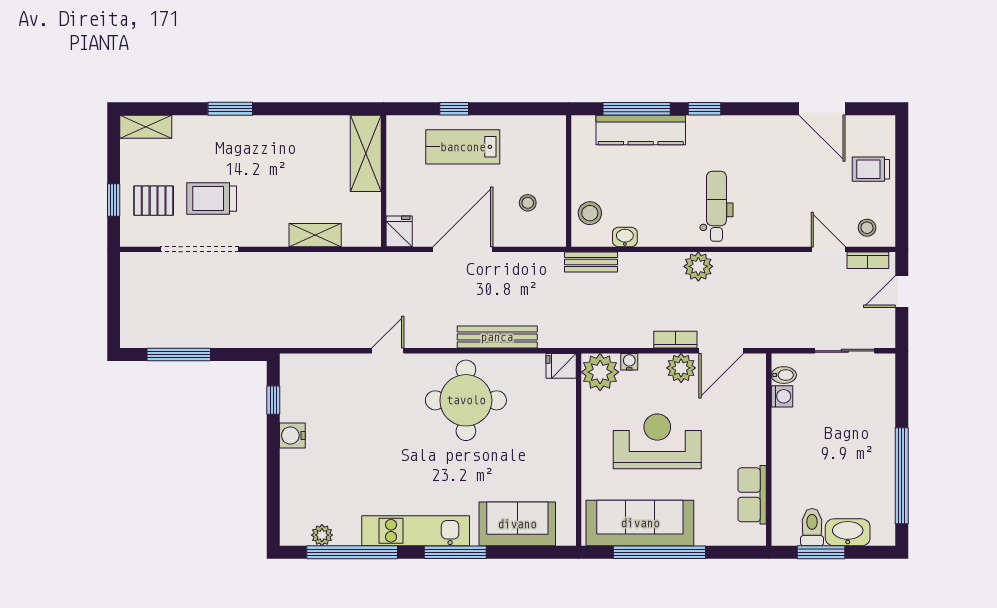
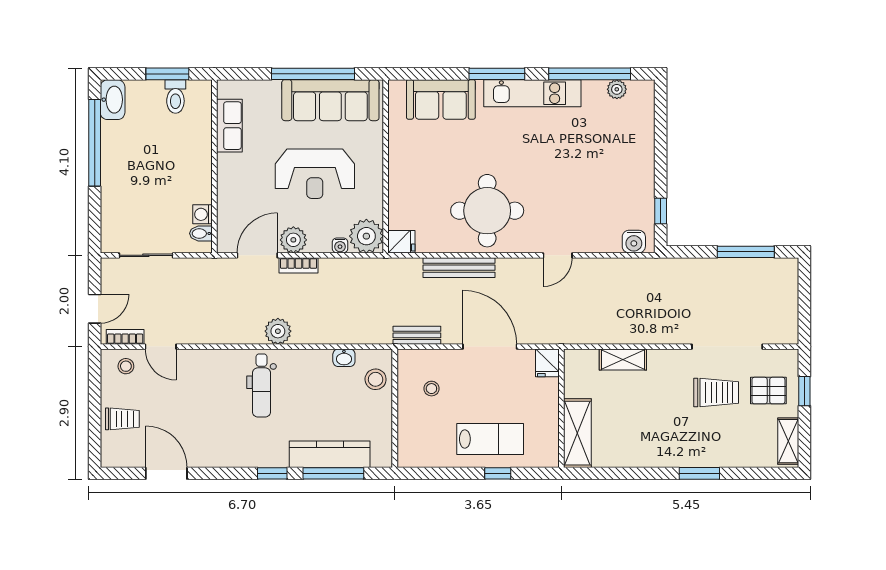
shelving: (146, 127) -> (788, 441), moved, turned 90
door: (463, 249) -> (490, 347), swing flipped
bench: (591, 262) -> (417, 335), moved
water cooler: (292, 436) -> (634, 242), moved, turned 90
washbasin: (848, 532) -> (113, 100), moved, turned -90

